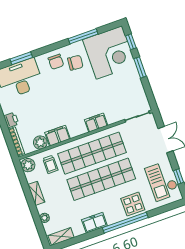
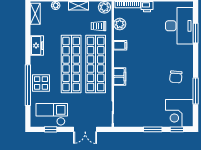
corner desk: (109, 53) -> (179, 113), width x0.74, depth x0.74
chair: (56, 62) -> (182, 61), removed
filing cabinet: (58, 136) -> (120, 45), width x0.50
window: (125, 223) -> (28, 85), moved

